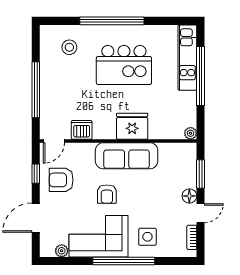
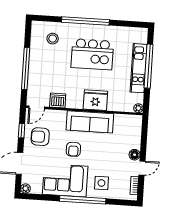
kitchen unit: (187, 58) -> (139, 68), moved
window: (201, 174) -> (144, 139), removed
plant: (62, 251) -> (26, 188), moved

